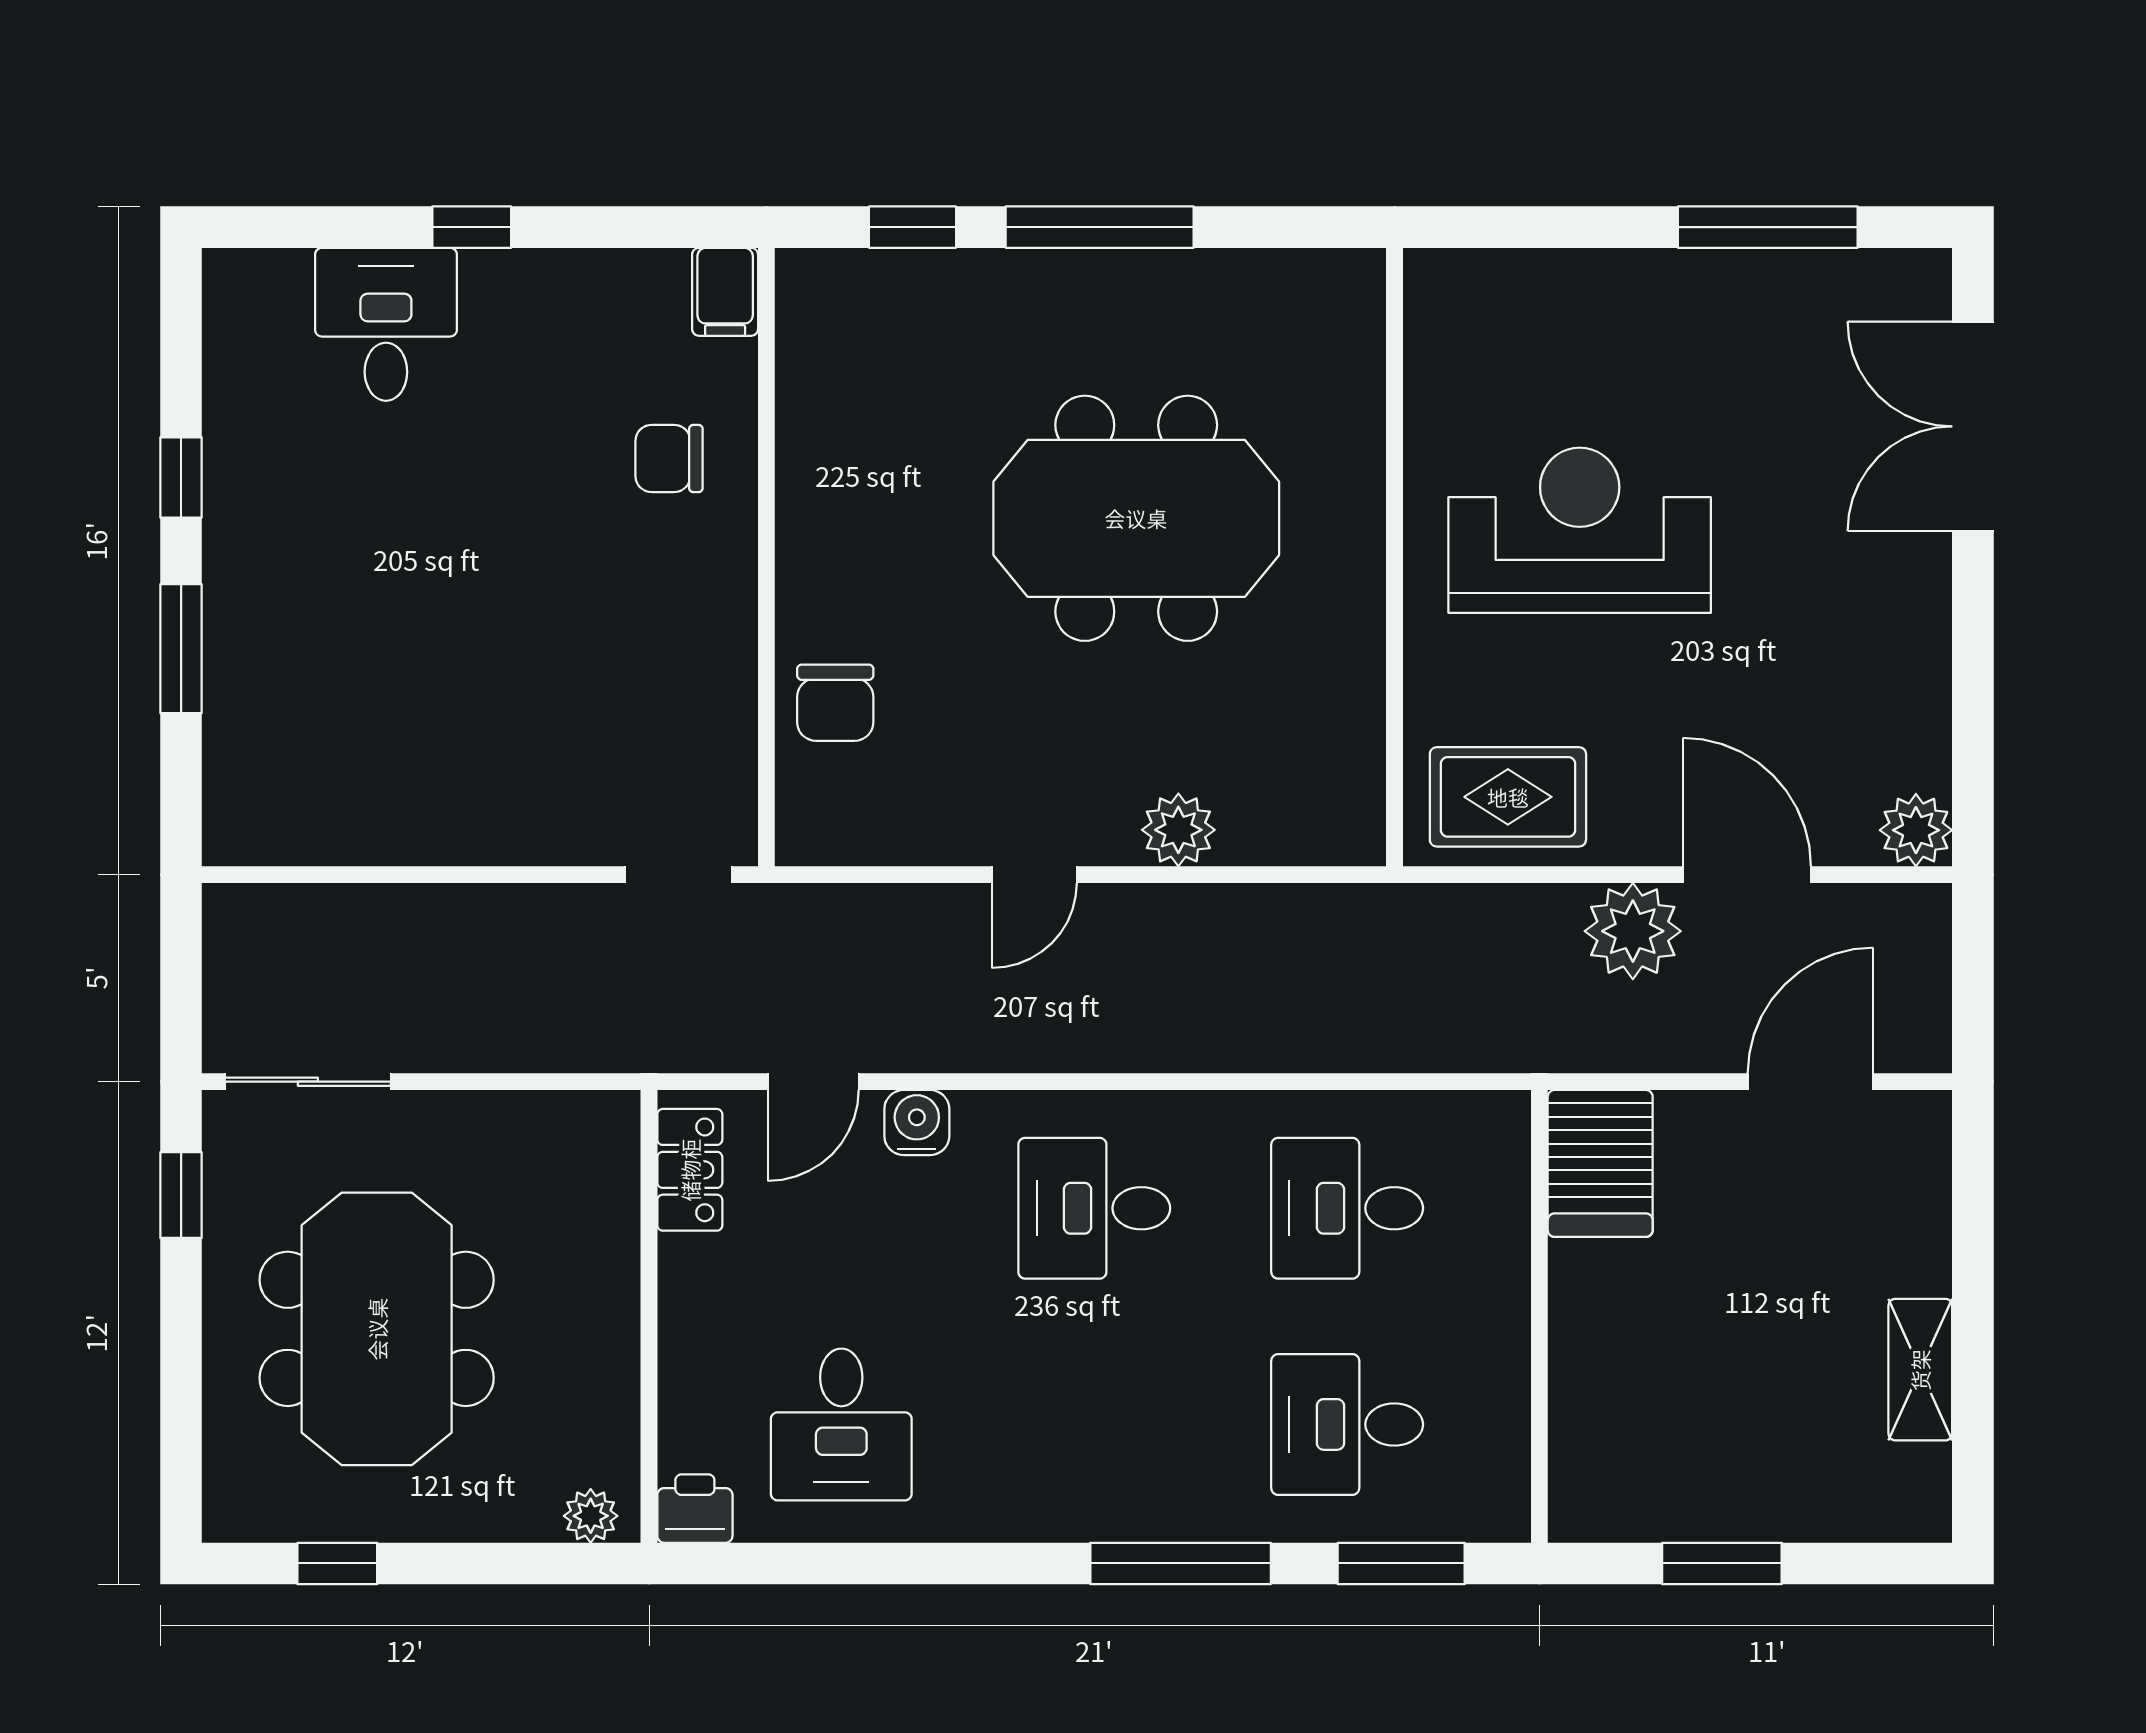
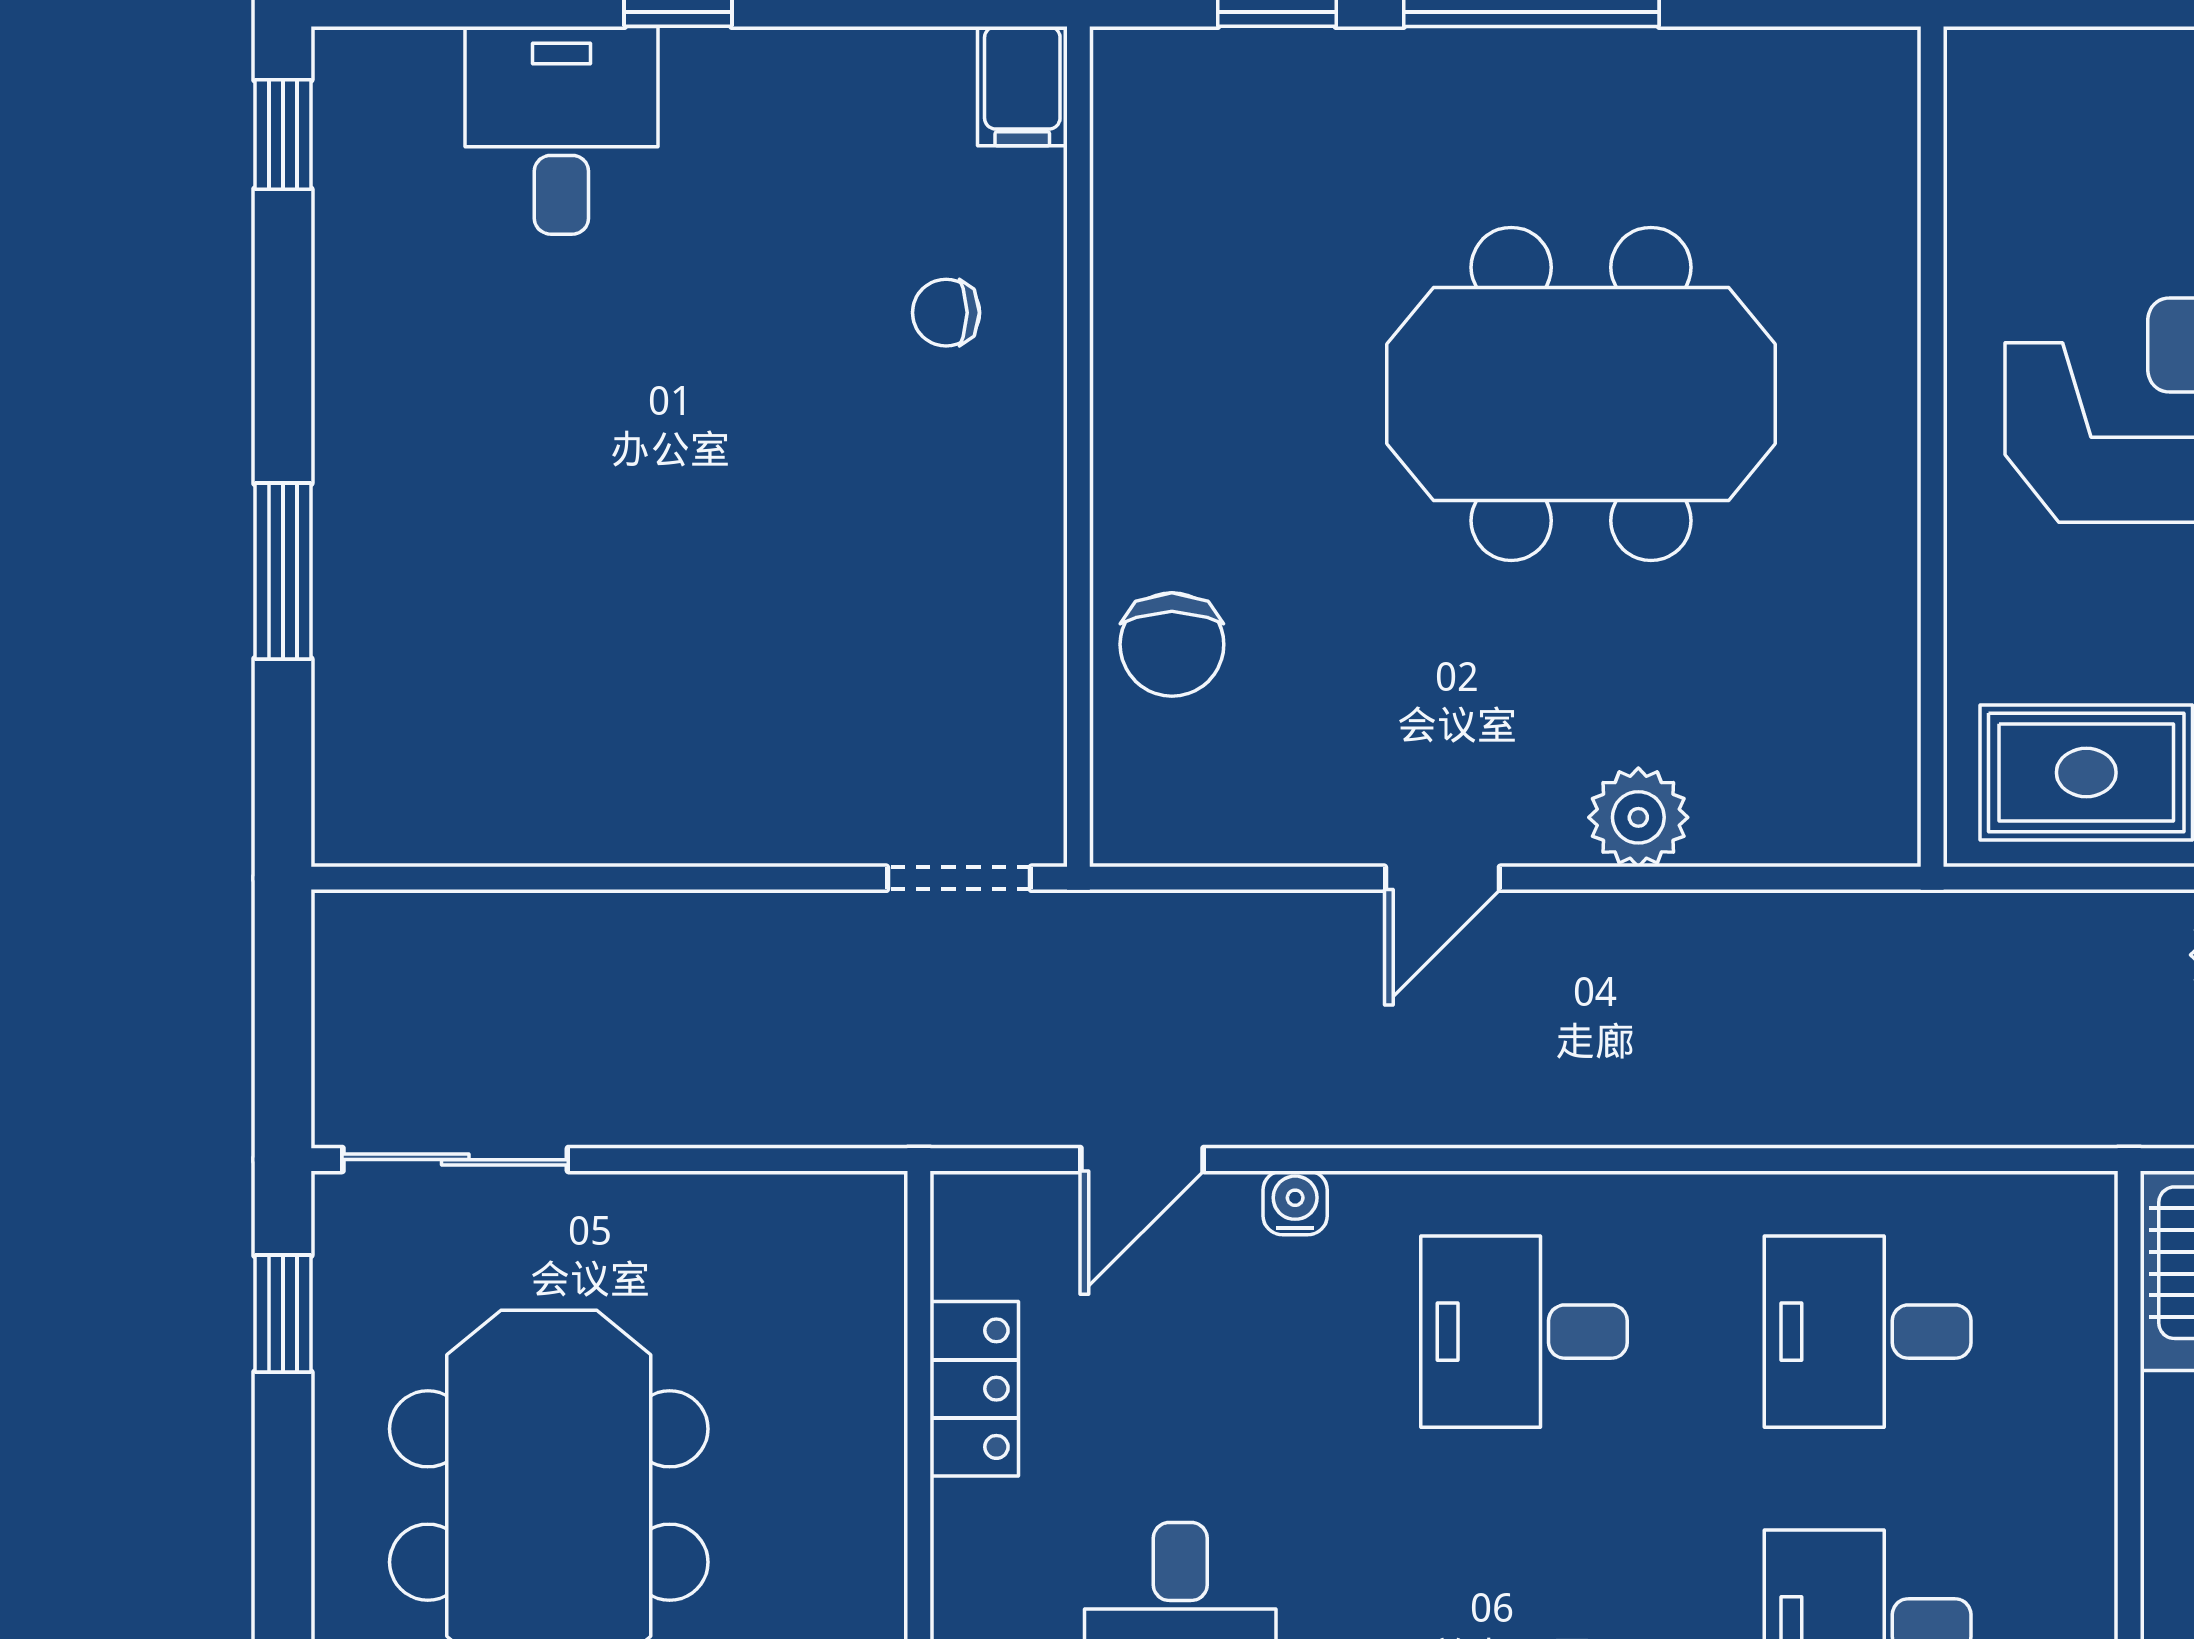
chair: (669, 458) -> (946, 313), width x0.73, depth x0.73
window: (181, 477) -> (283, 135), moved
water cooler: (917, 1123) -> (1295, 1203), width x0.72, depth x0.72
locker: (690, 1170) -> (974, 1389), moved

